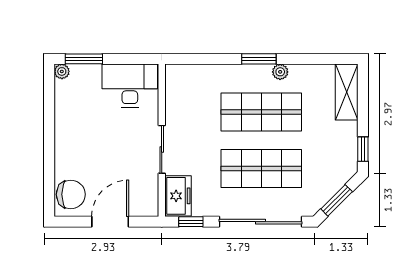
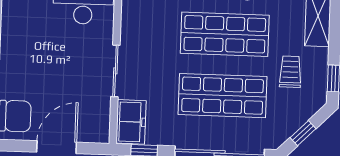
trolley: (323, 144) -> (290, 72), added
window: (337, 200) -> (303, 133), width x0.67

